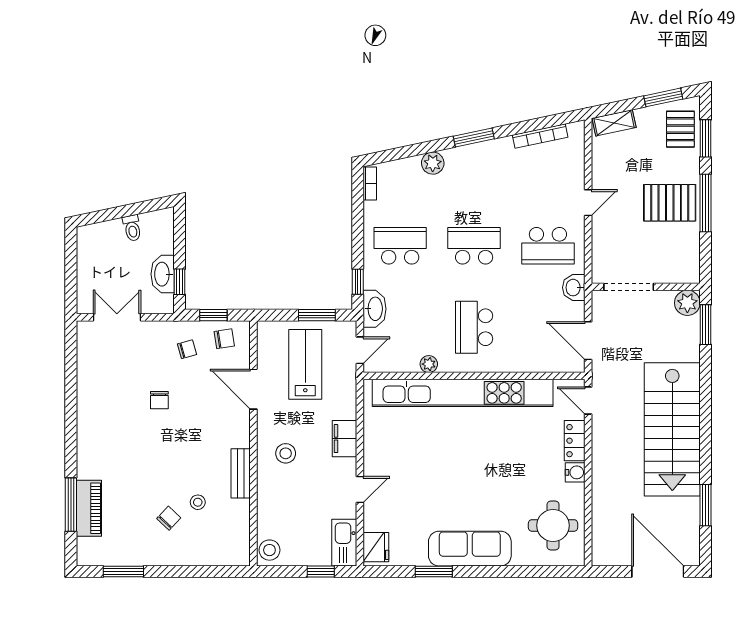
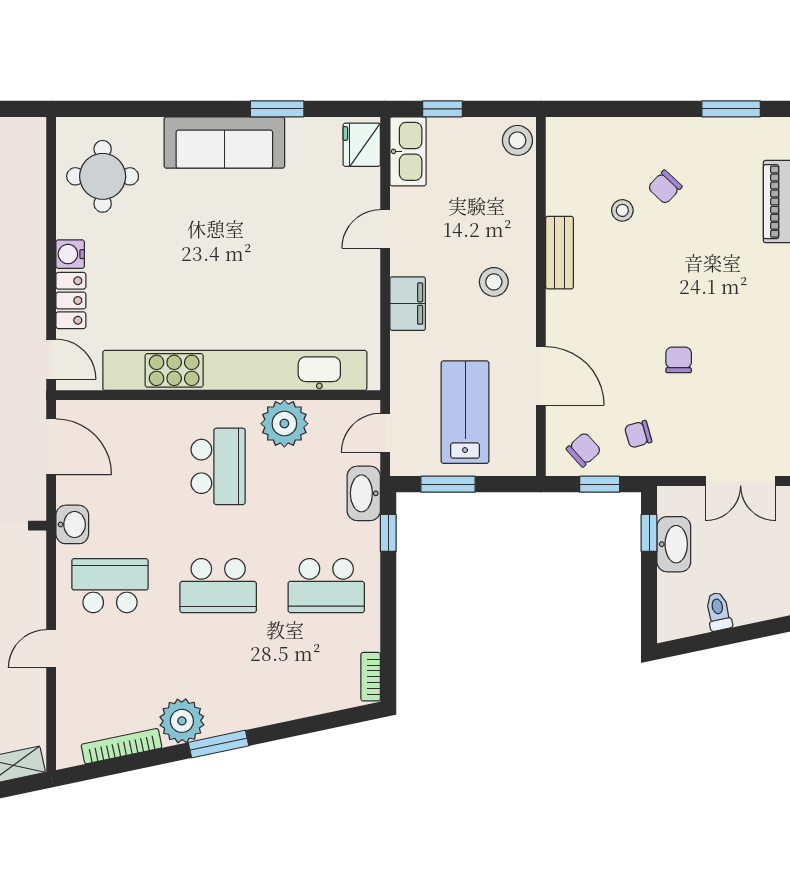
plant: (433, 163) -> (182, 721), moved, width x1.36, depth x1.36
chair: (224, 339) -> (584, 450), turned 147
lab bench: (305, 364) -> (465, 412), turned 180
plant: (429, 364) -> (284, 424), width x1.88, depth x1.88

